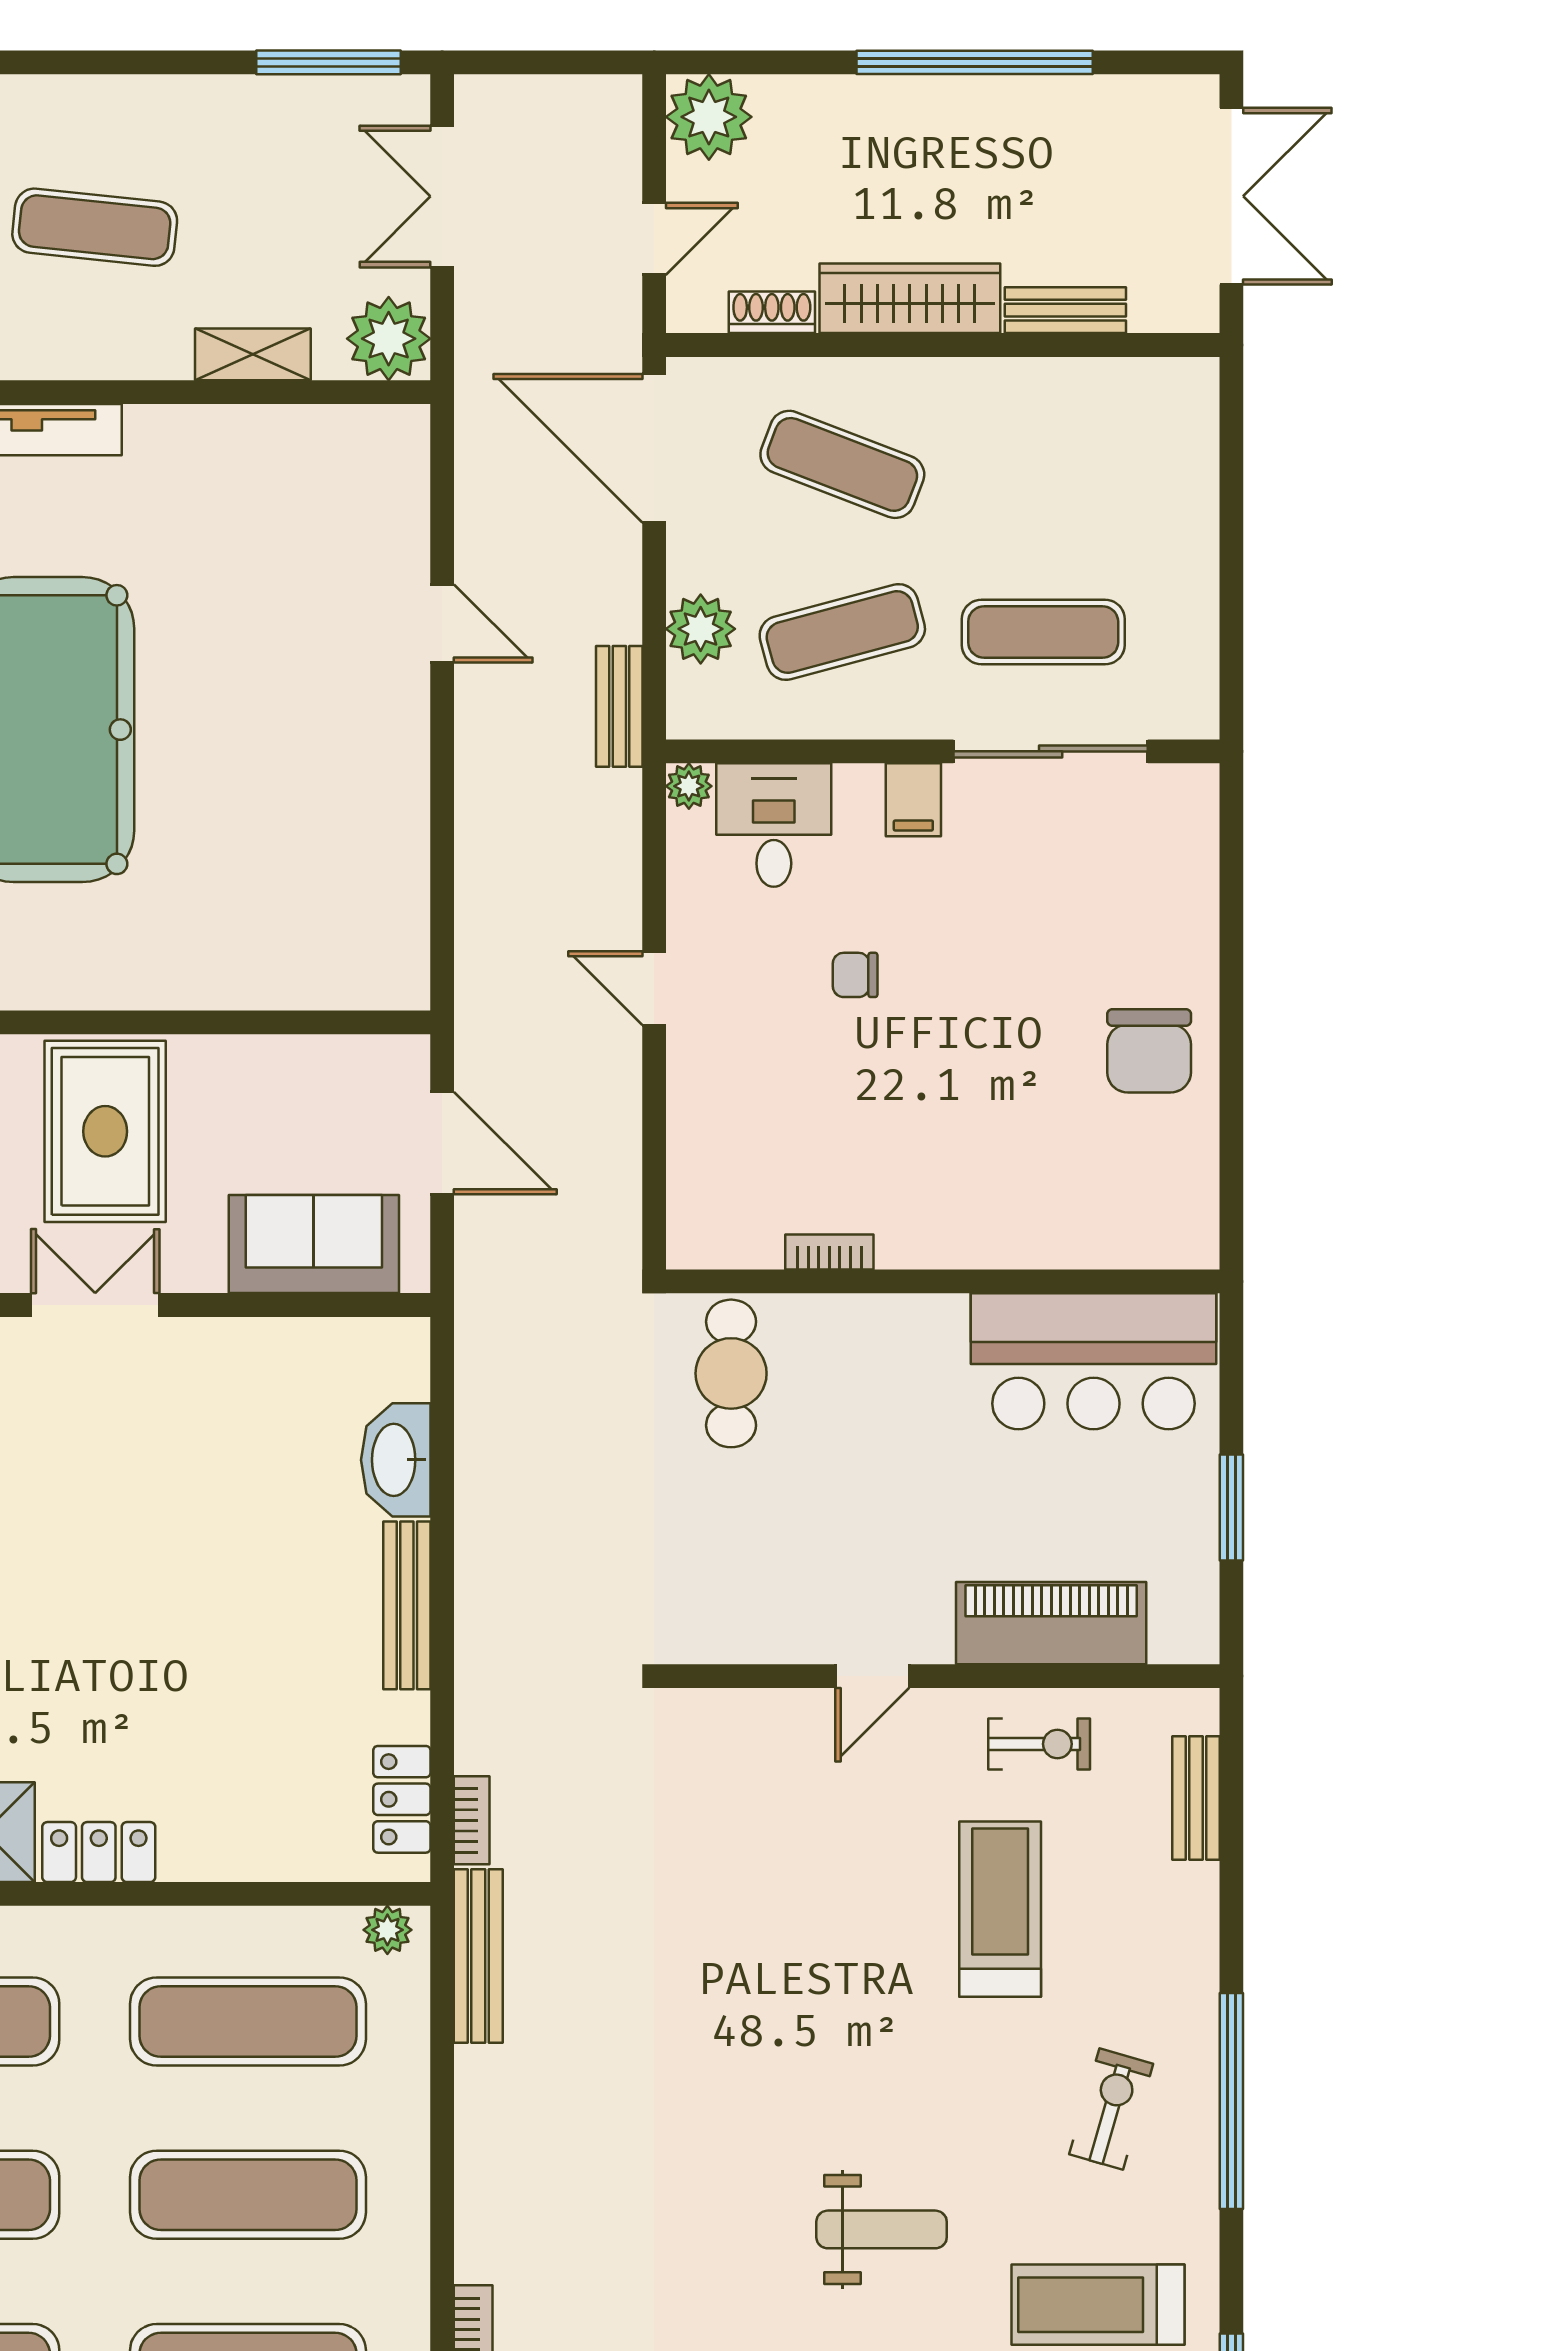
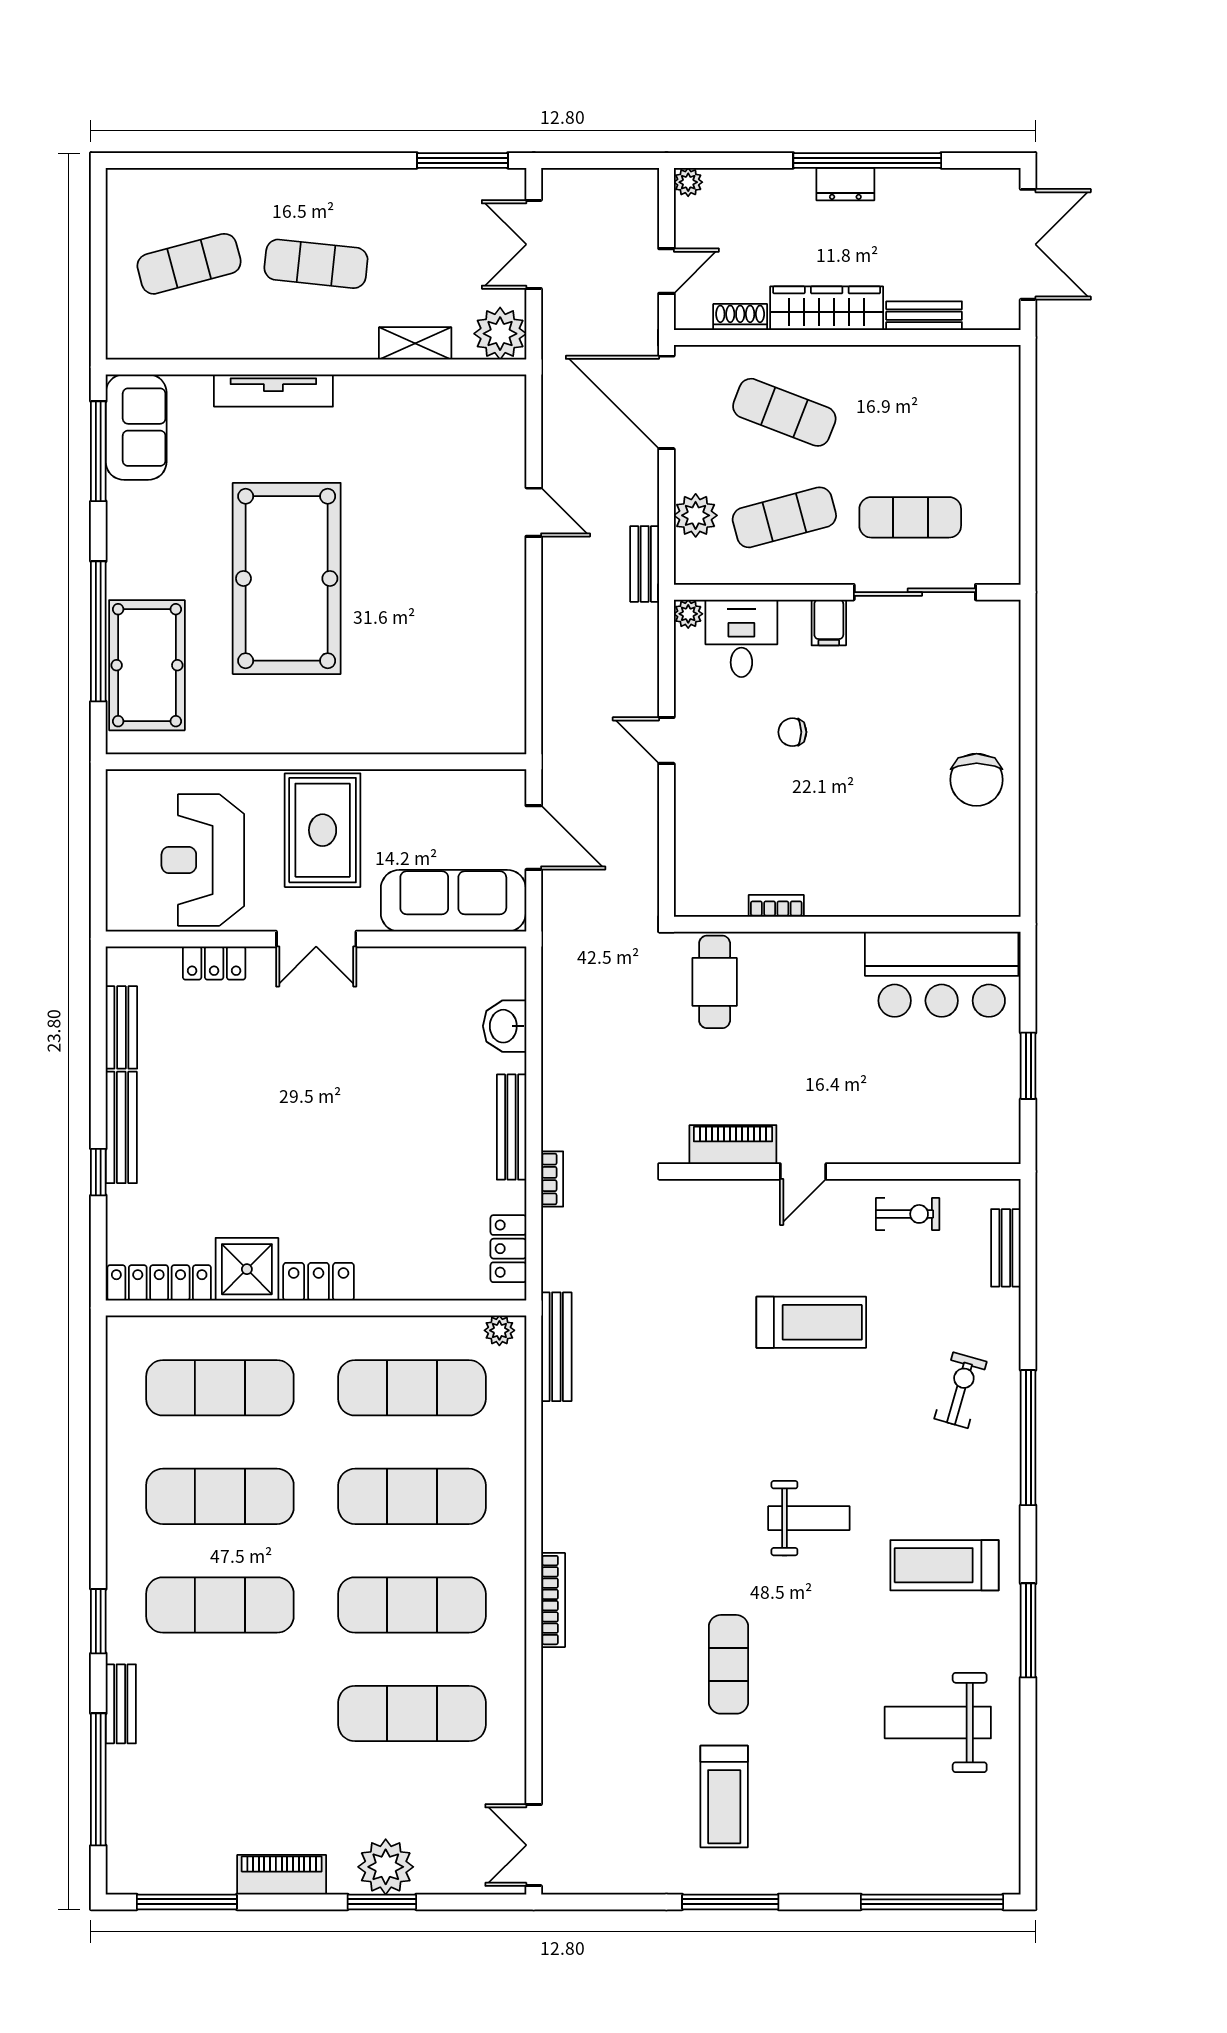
dresser: (940, 100) -> (845, 184), added
plant: (709, 117) -> (688, 182), width x0.53, depth x0.53
sofa: (314, 1244) -> (453, 901), width x1.36
double door: (95, 1305) -> (316, 939), swing flipped
washbasin: (396, 1460) -> (505, 1026), width x0.72
piano: (1051, 1623) -> (733, 1145), moved, width x0.73, depth x0.75
bookcase: (472, 1820) -> (552, 1179), moved
treadmill: (1000, 1909) -> (811, 1322), moved, turned 90
exercise bike: (1111, 2109) -> (960, 1390), moved

